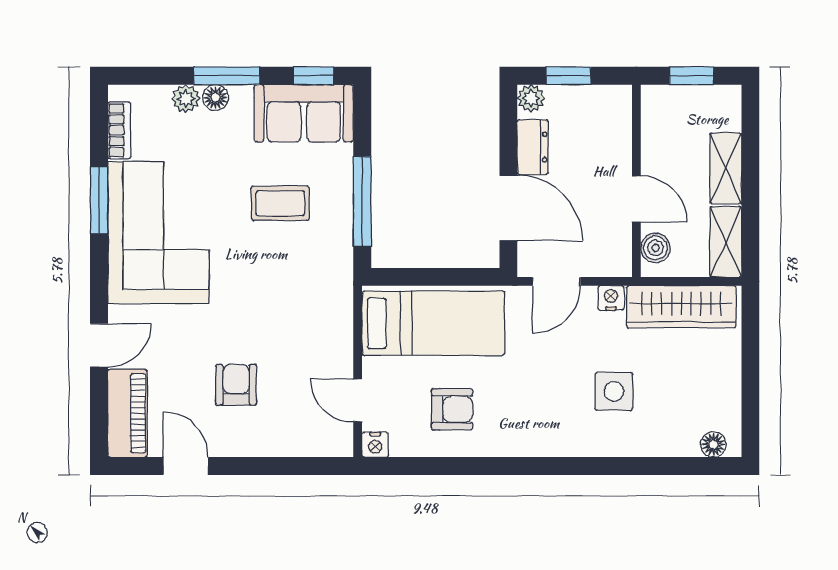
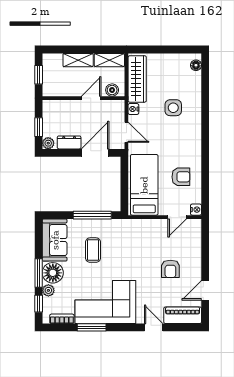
window: (313, 76) -> (39, 304), moved
floor lamp: (216, 97) -> (53, 273), width x1.89, depth x1.89
armchair: (236, 385) -> (170, 269), turned -90
armchair: (452, 409) -> (181, 177), turned 90

